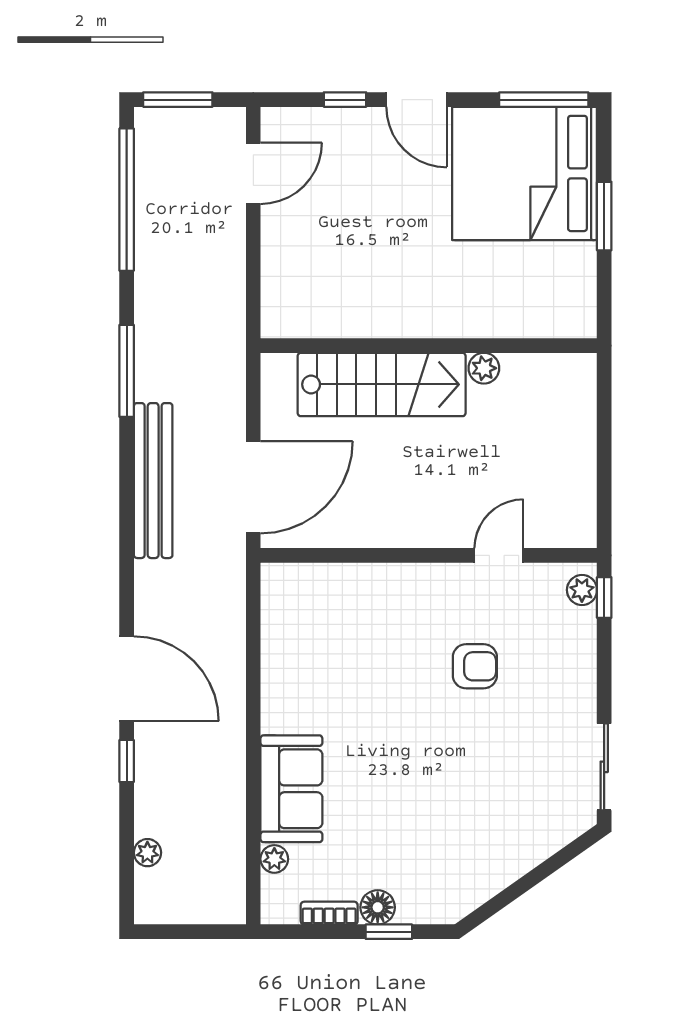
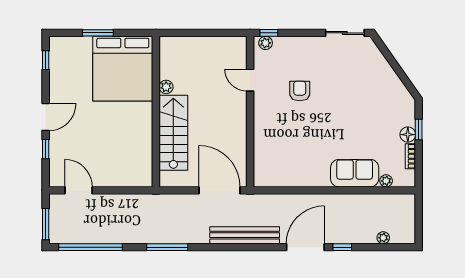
window: (544, 100) -> (46, 60), width x0.46
bed: (525, 173) -> (123, 69), moved
bench: (153, 481) -> (245, 235), moved

